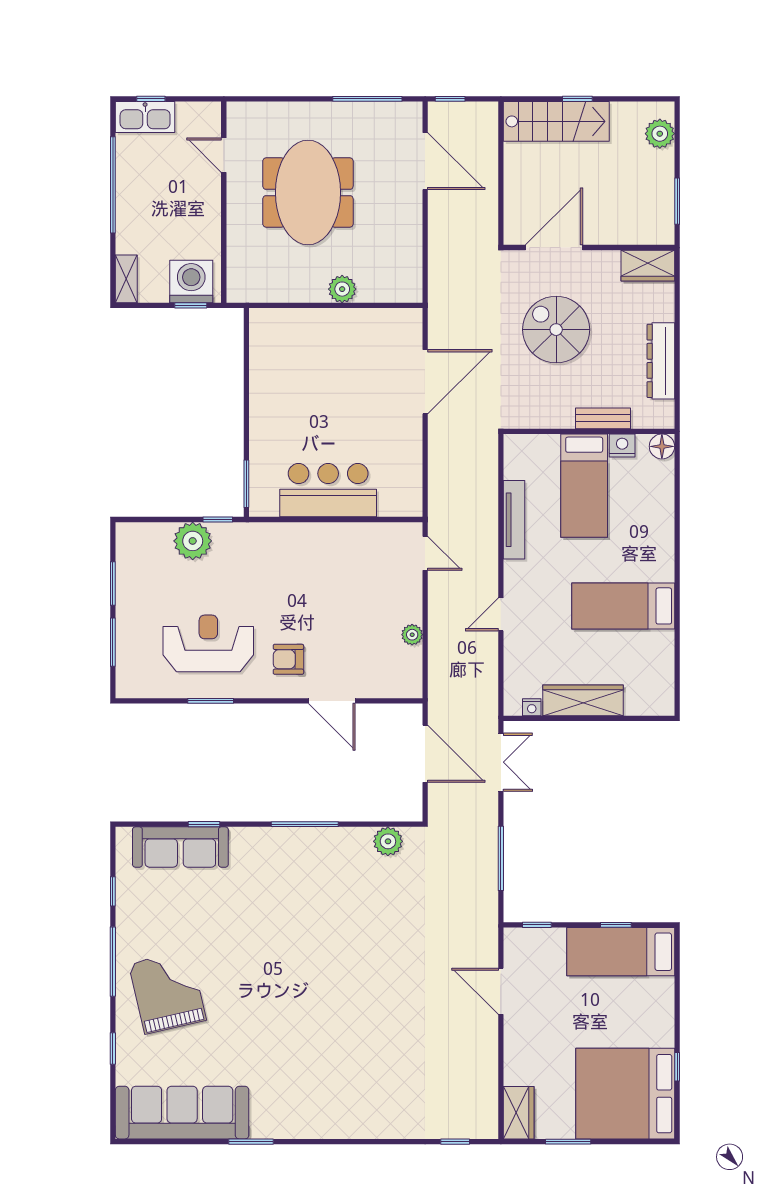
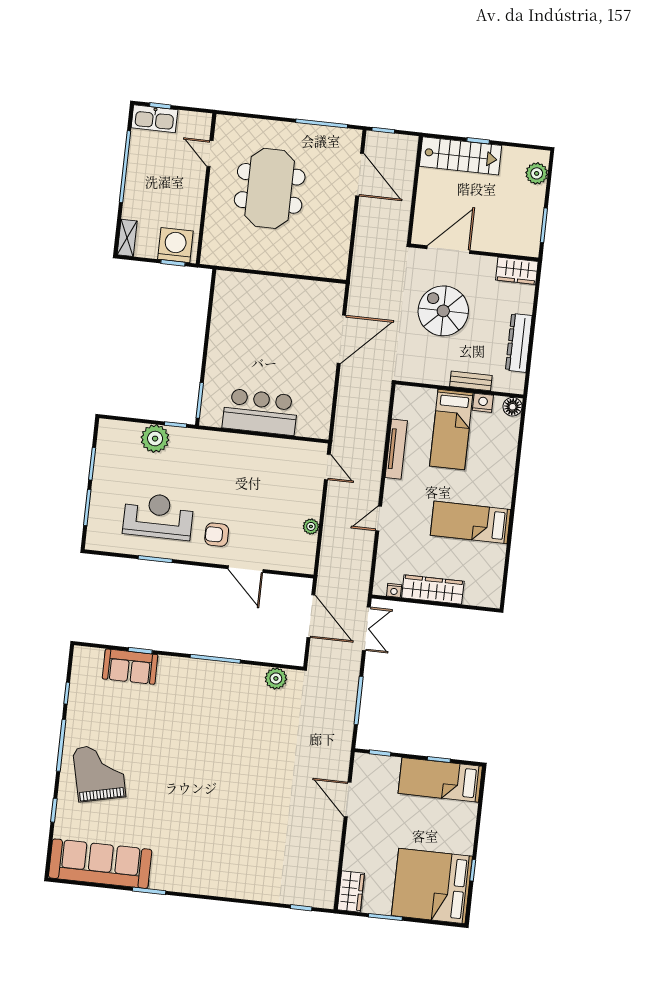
plant: (342, 289) -> (287, 263), removed
sofa: (180, 847) -> (130, 667), width x0.73

